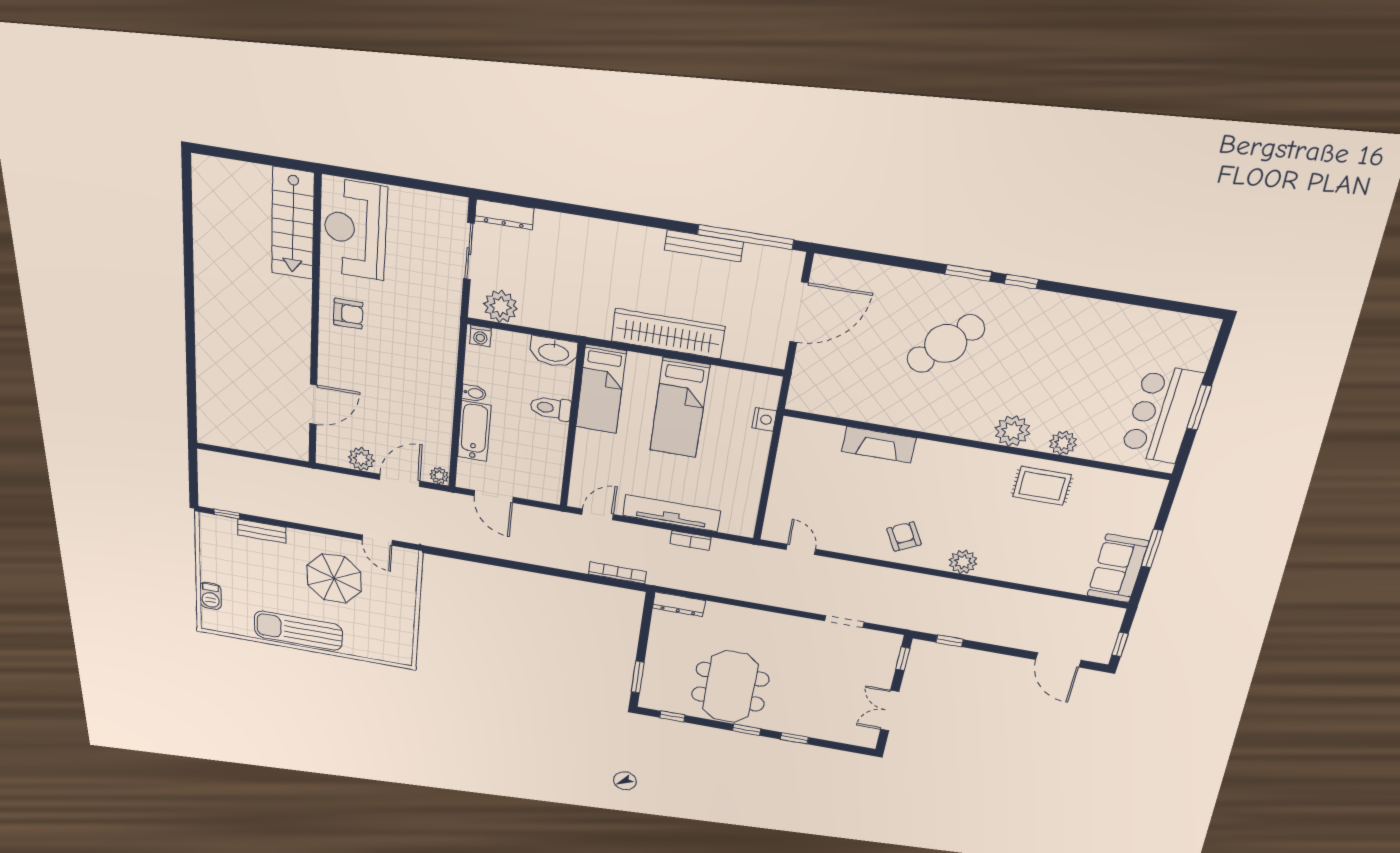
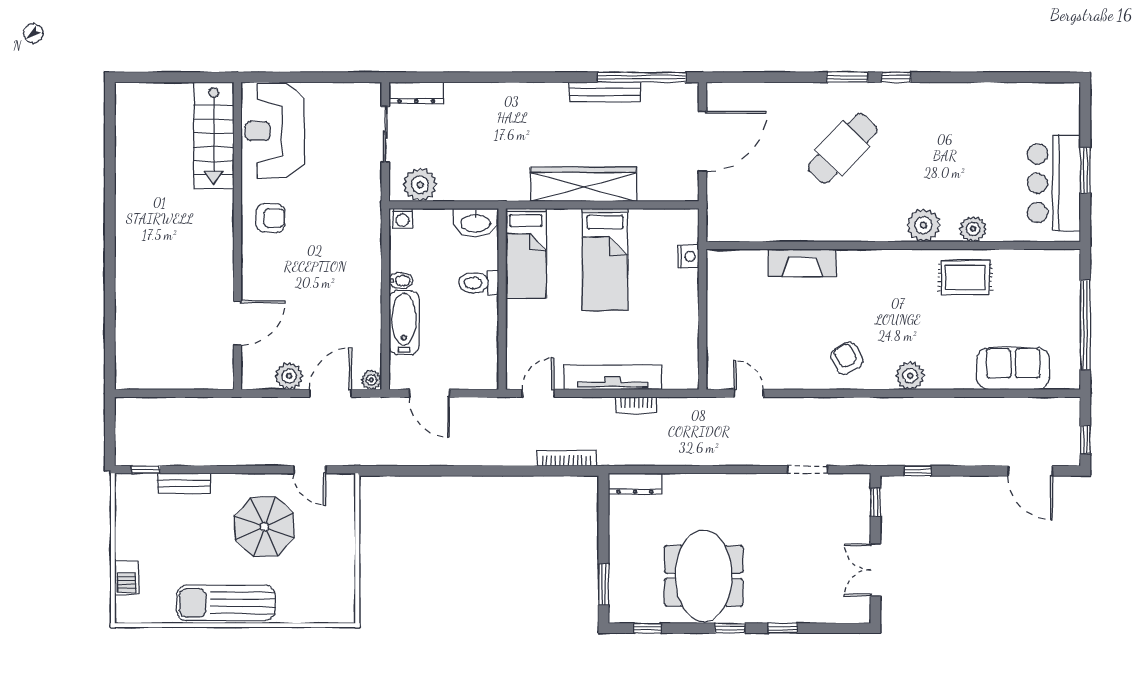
window: (1152, 548) -> (1085, 325), width x2.11
sofa: (1118, 568) -> (1013, 369), moved, turned 90

